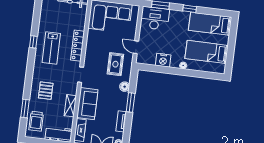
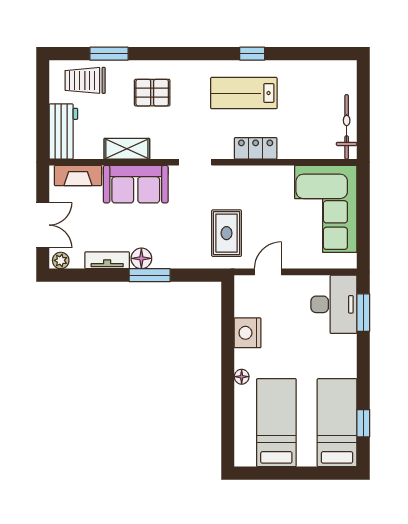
window: (190, 9) -> (363, 423), moved
locker: (78, 46) -> (256, 148), width x0.66
rug: (115, 64) -> (227, 233), turned 90
floor lamp: (125, 87) -> (141, 258), moved

